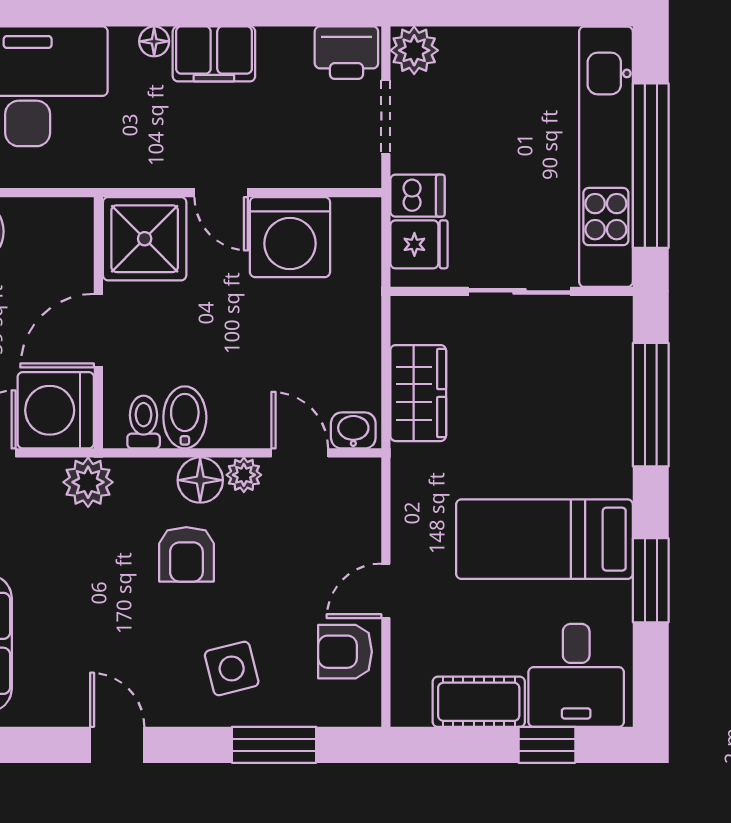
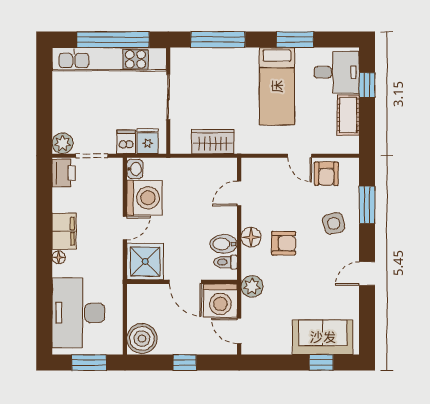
washbasin: (353, 430) -> (135, 169), moved, turned 180
plant: (244, 475) -> (249, 218), removed

